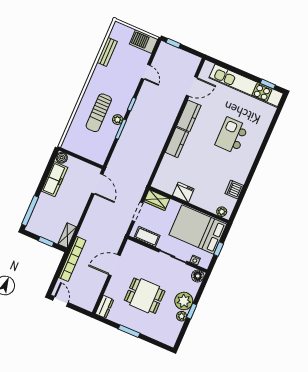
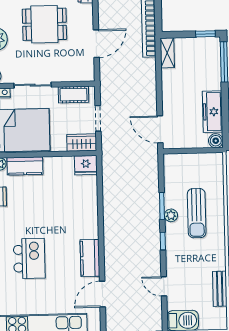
sun lounger: (99, 113) -> (197, 213), turned 180
kitchen counter: (177, 142) -> (25, 166), moved, turned -90
fridge: (183, 192) -> (86, 165), moved
window: (46, 242) -> (205, 34), moved

